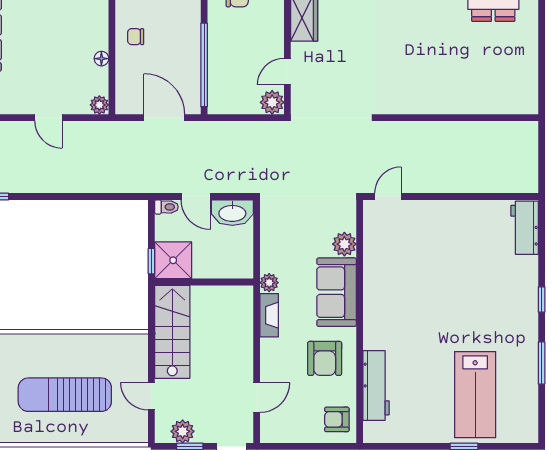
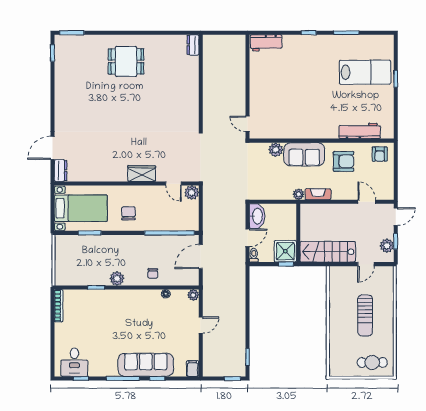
dresser: (521, 104) -> (193, 45), added
sun lounger: (65, 395) -> (365, 315), width x0.73, depth x0.75

